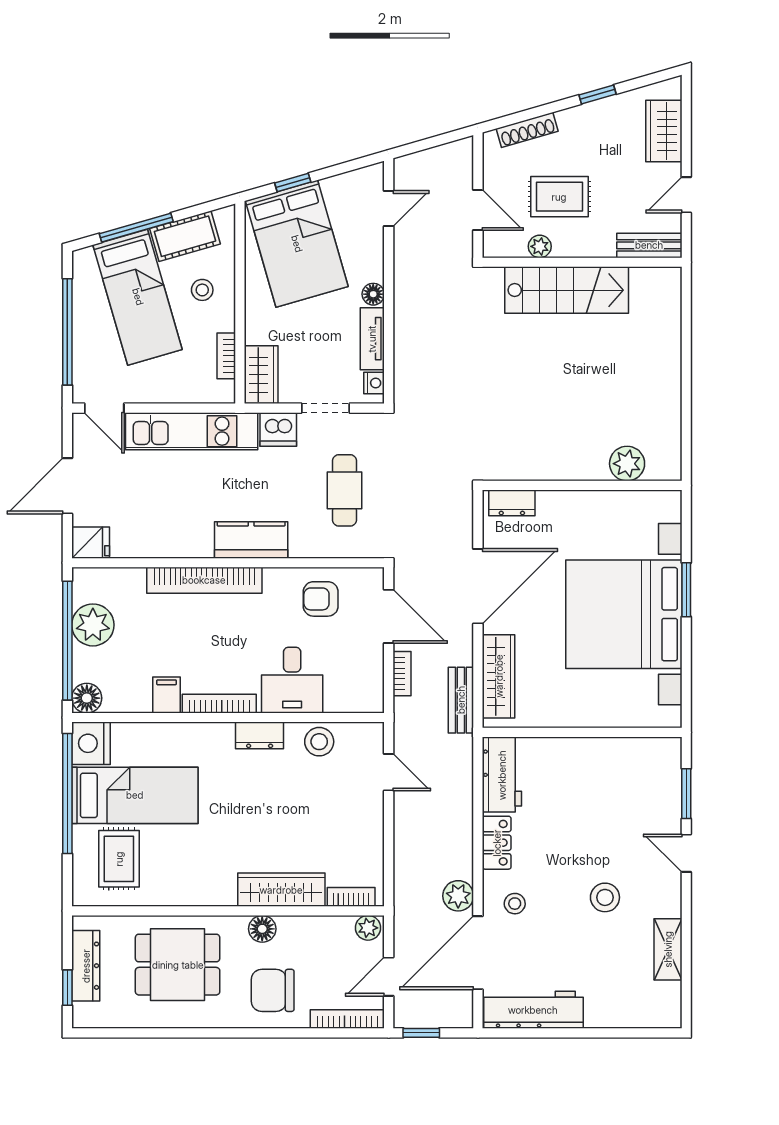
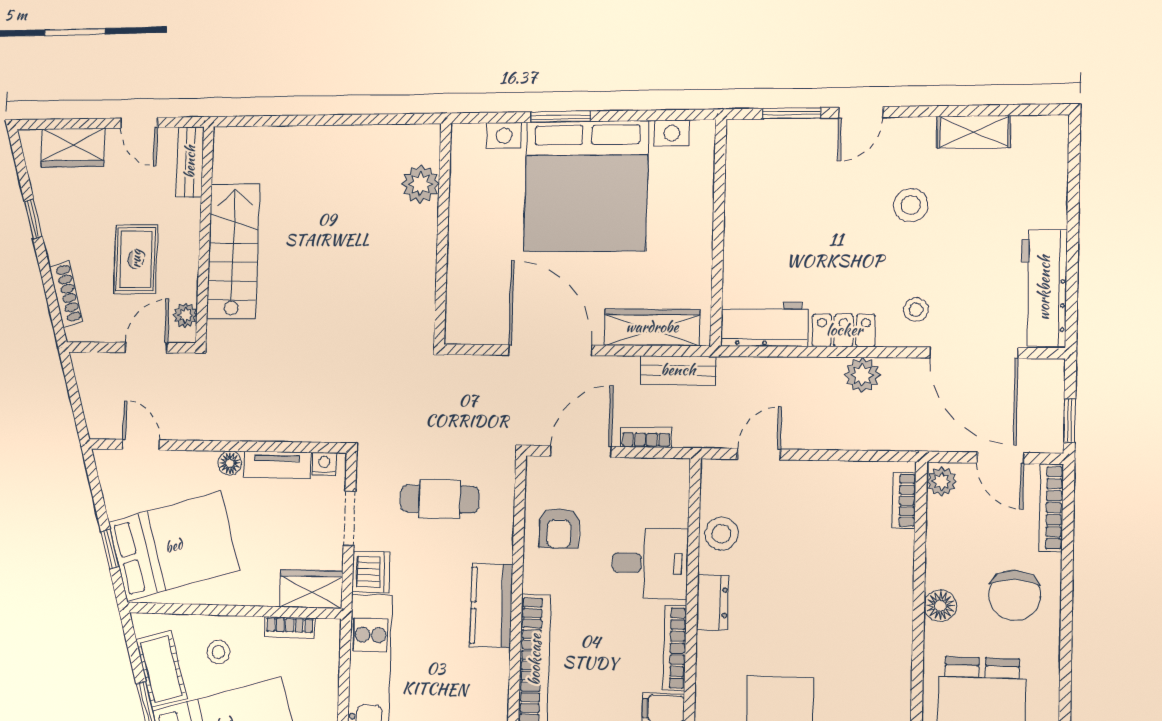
plant: (540, 246) -> (185, 315), moved
dresser: (512, 503) -> (459, 312), removed
wardrobe: (281, 890) -> (894, 582), removed
plant: (458, 896) -> (862, 375), moved

